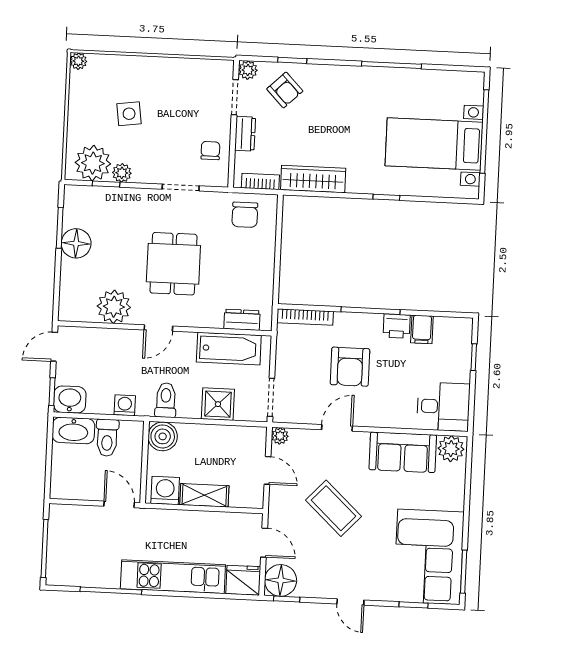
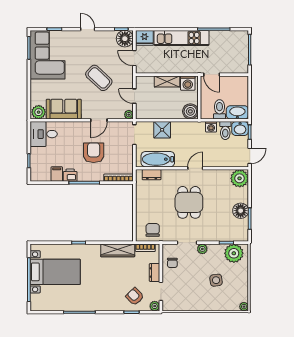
plant: (122, 173) -> (202, 249), moved
plant: (114, 307) -> (240, 178), moved
toilet: (166, 400) -> (225, 131), moved

